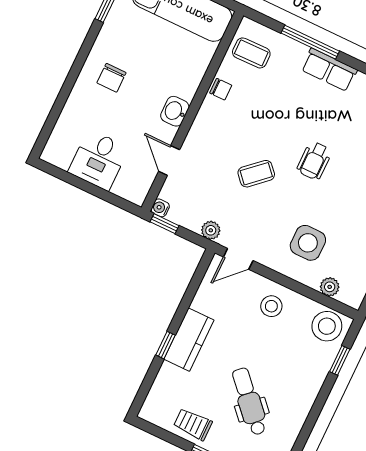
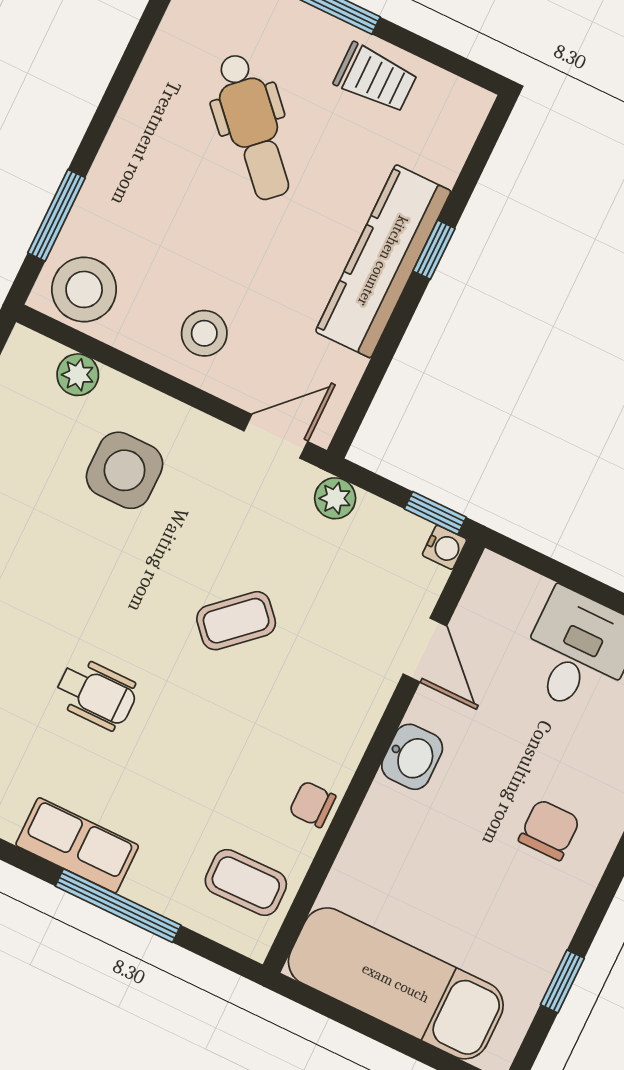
wheelchair: (314, 161) -> (96, 694), moved, turned 90
kitchen counter: (189, 340) -> (383, 261), width x1.50
window: (340, 360) -> (56, 215), width x1.50

